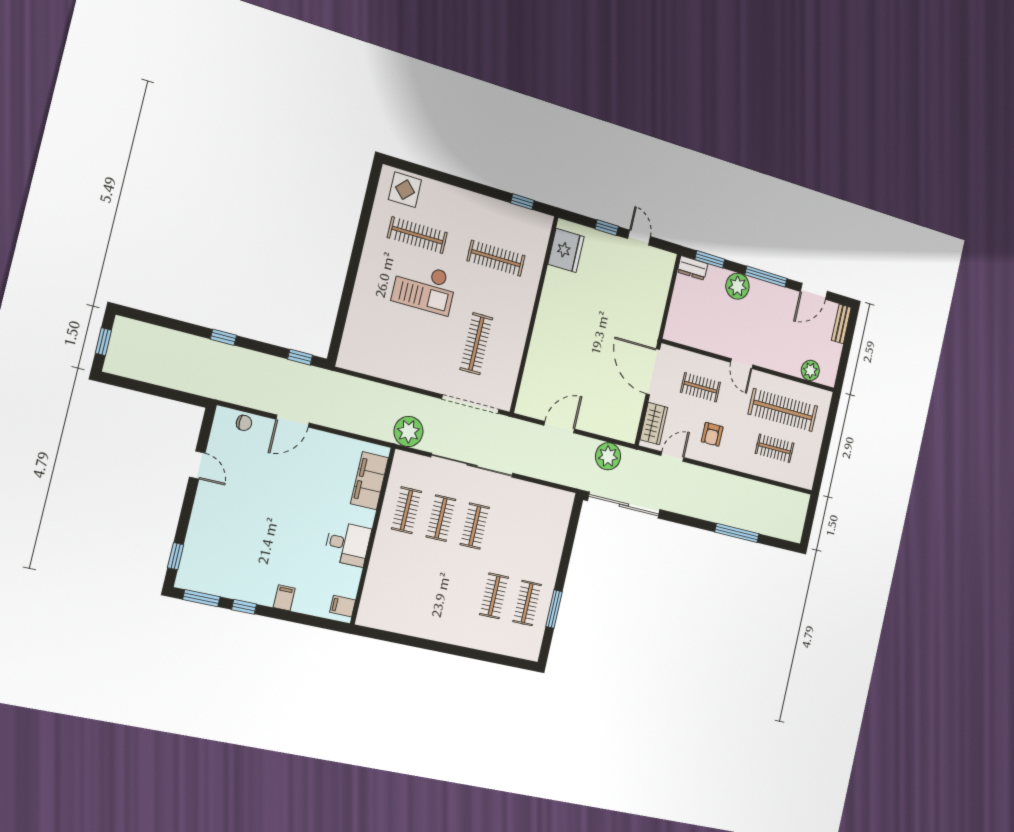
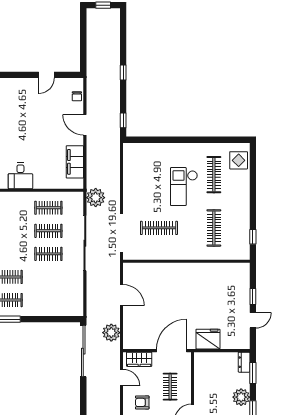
fridge: (566, 250) -> (208, 339), moved, turned 180
filing cabinet: (370, 481) -> (75, 162), moved, turned -90

